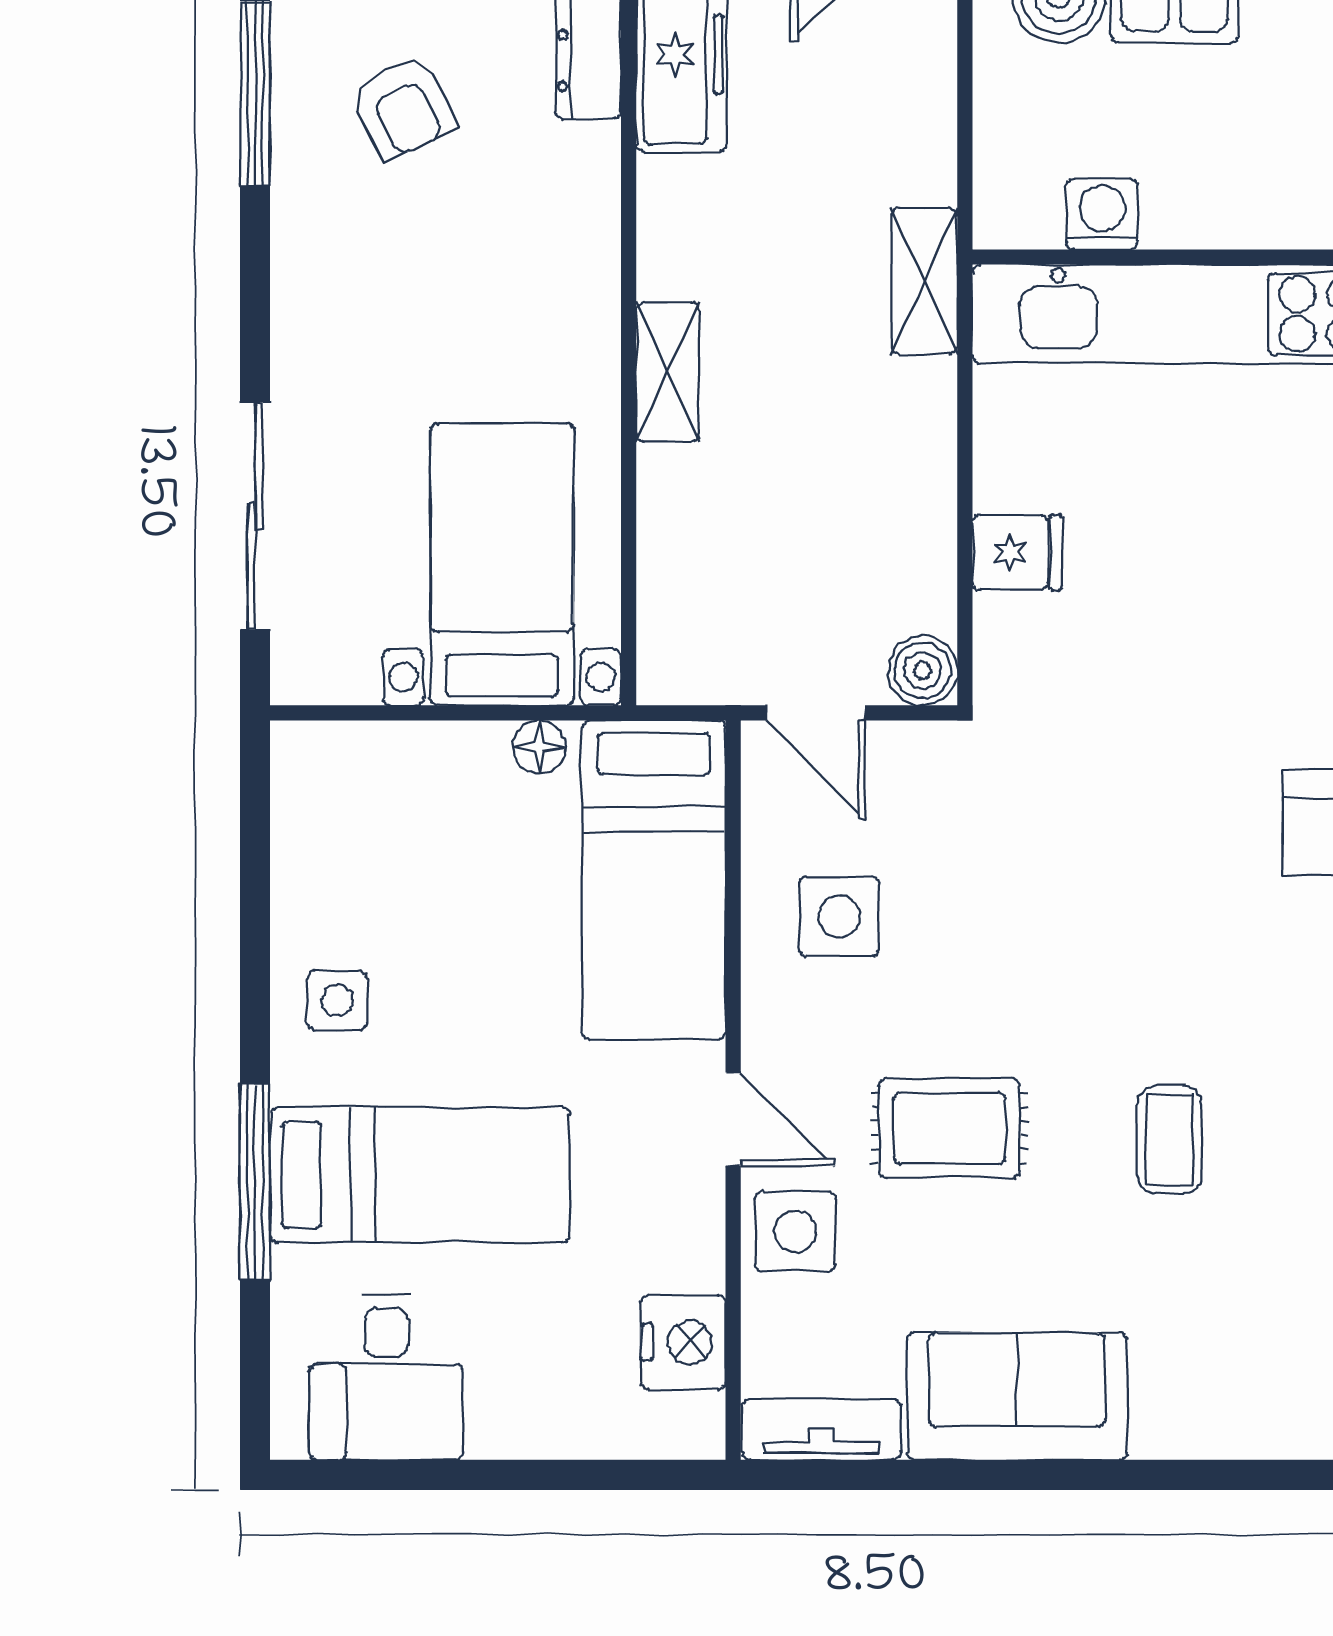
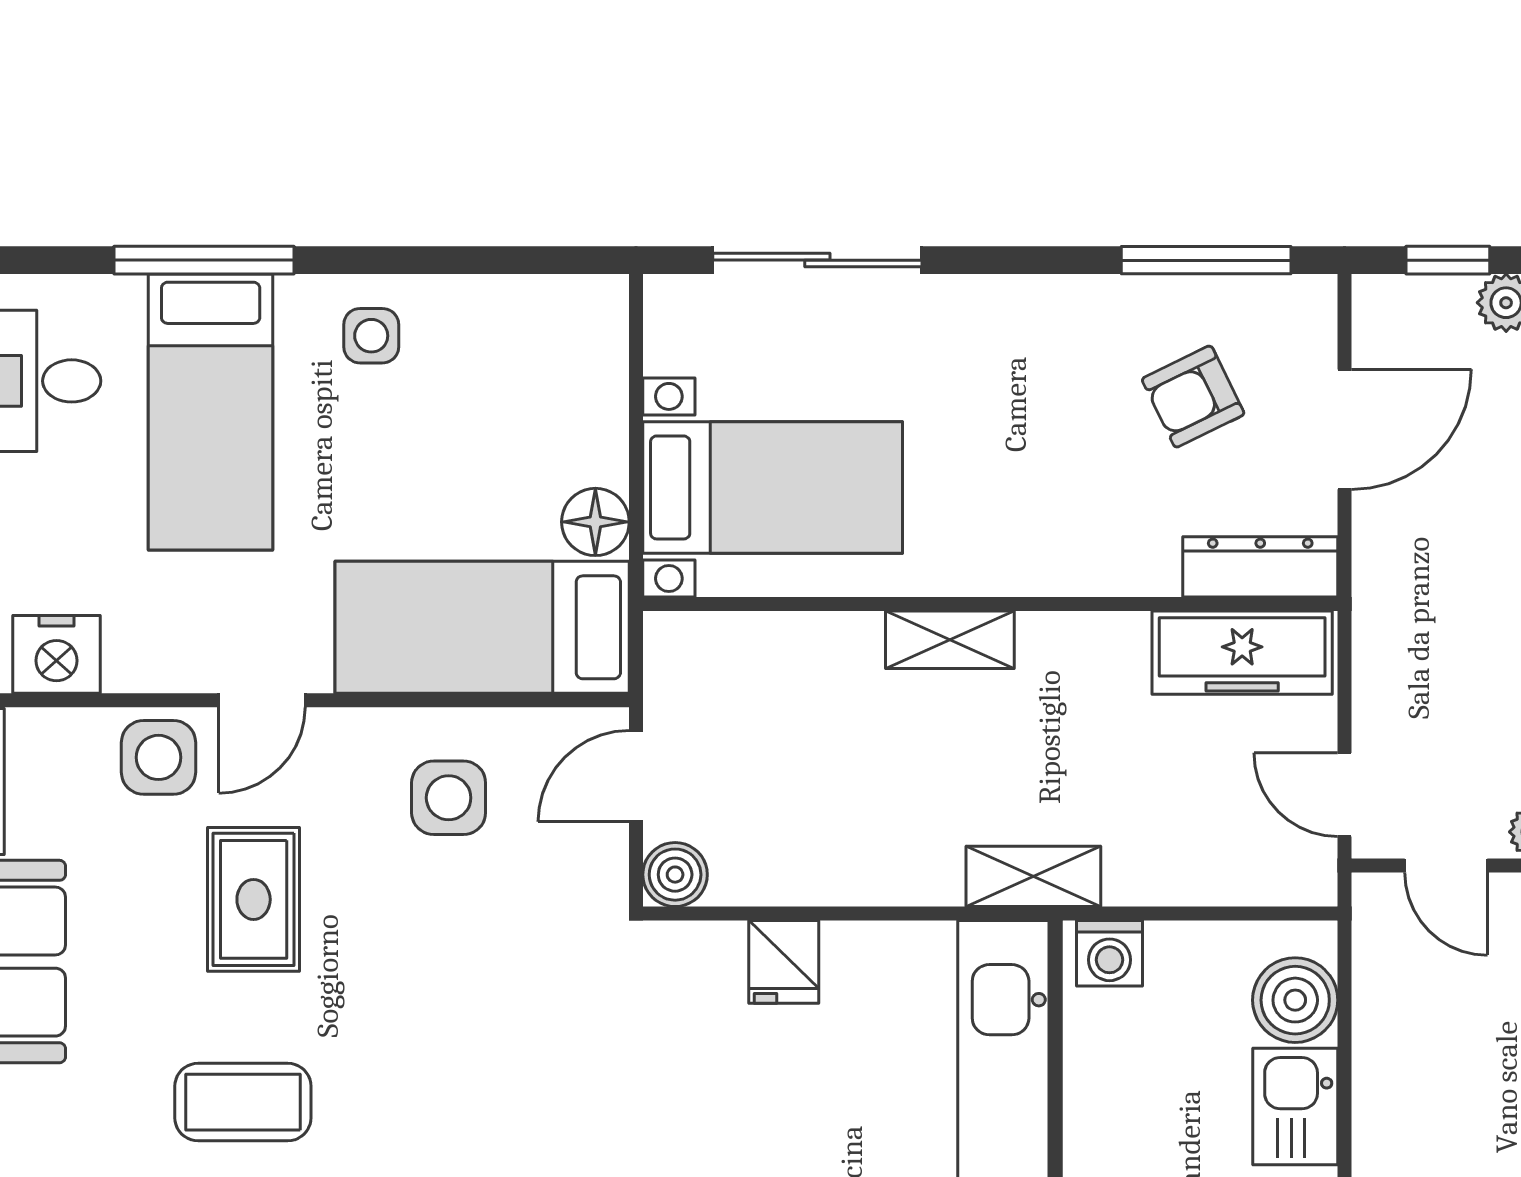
washing machine: (1102, 214) -> (1110, 953), moved, turned 90
floor lamp: (539, 747) -> (595, 522), width x1.37, depth x1.37
coffee table: (1170, 1140) -> (243, 1102), width x1.36, depth x1.30

